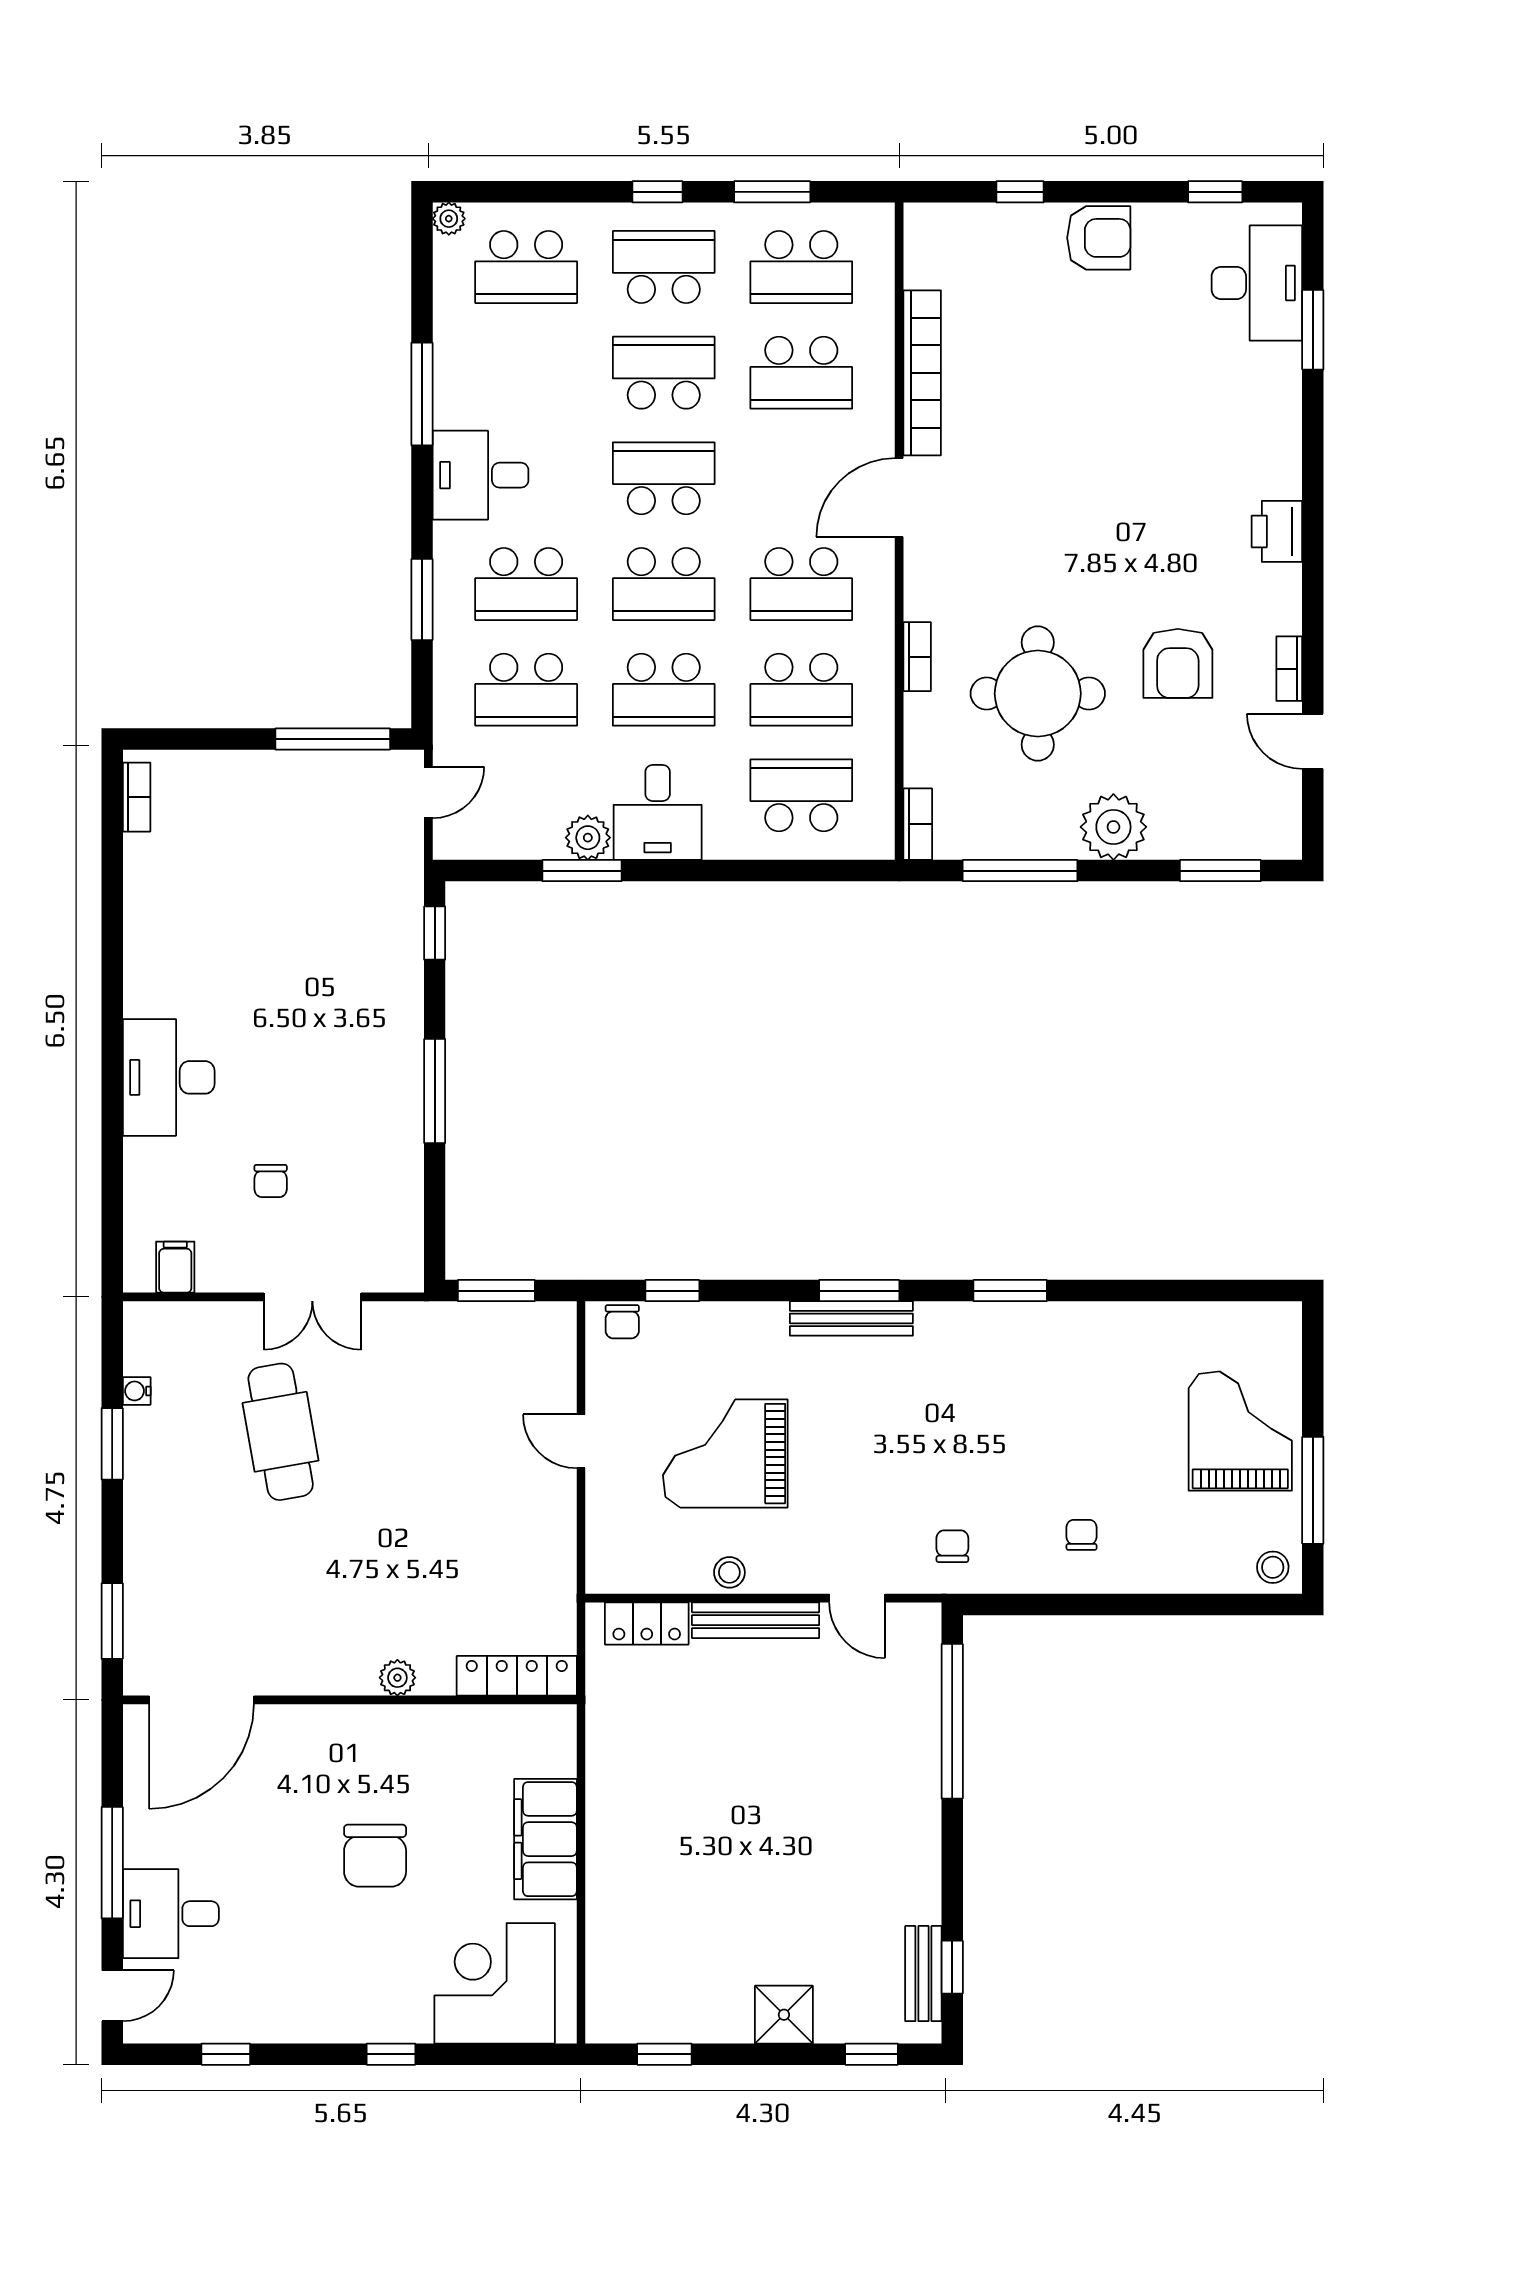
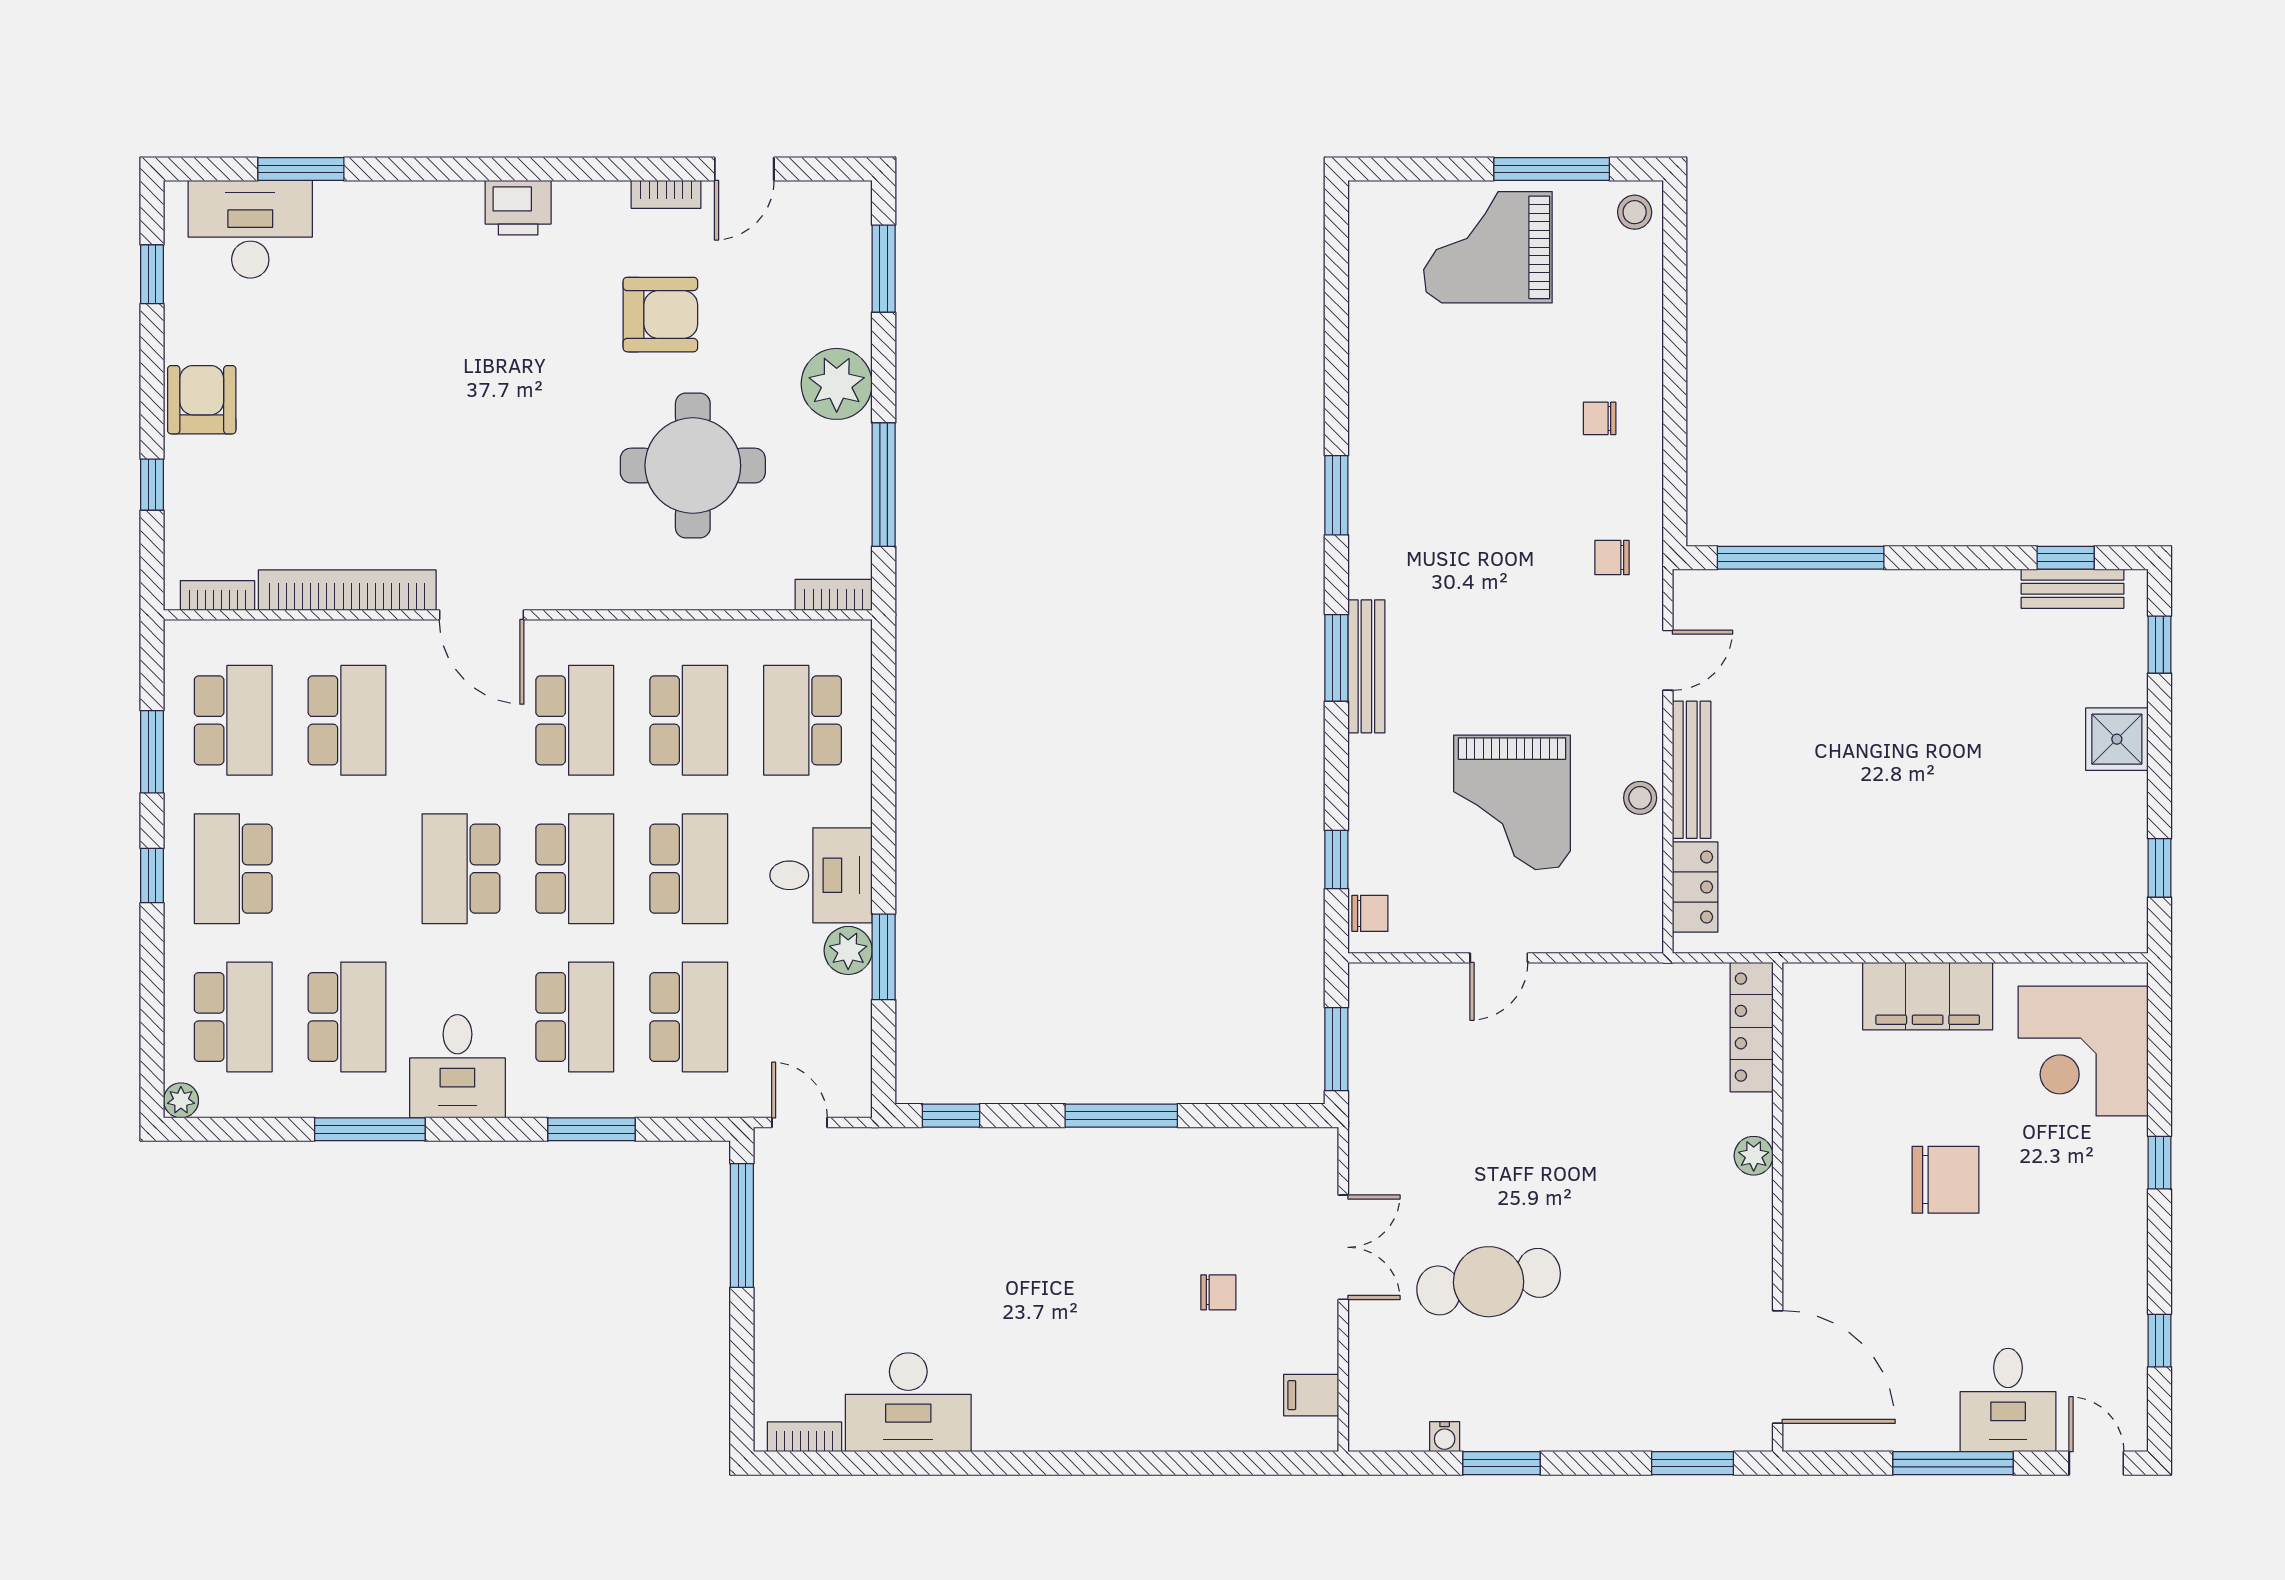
school desk: (664, 373) -> (347, 1017), moved, turned 180
bookcase: (917, 657) -> (217, 595), moved
desk: (169, 1077) -> (908, 1402), moved

